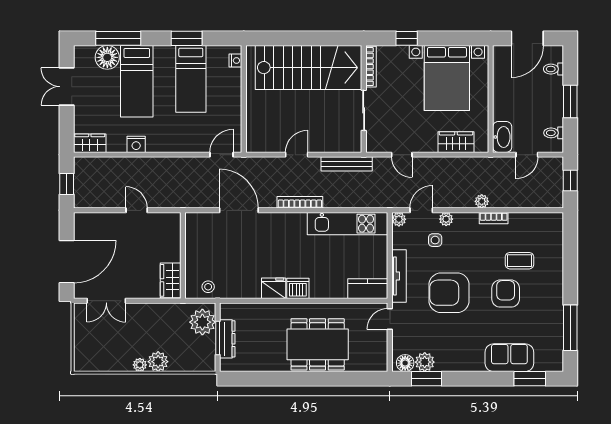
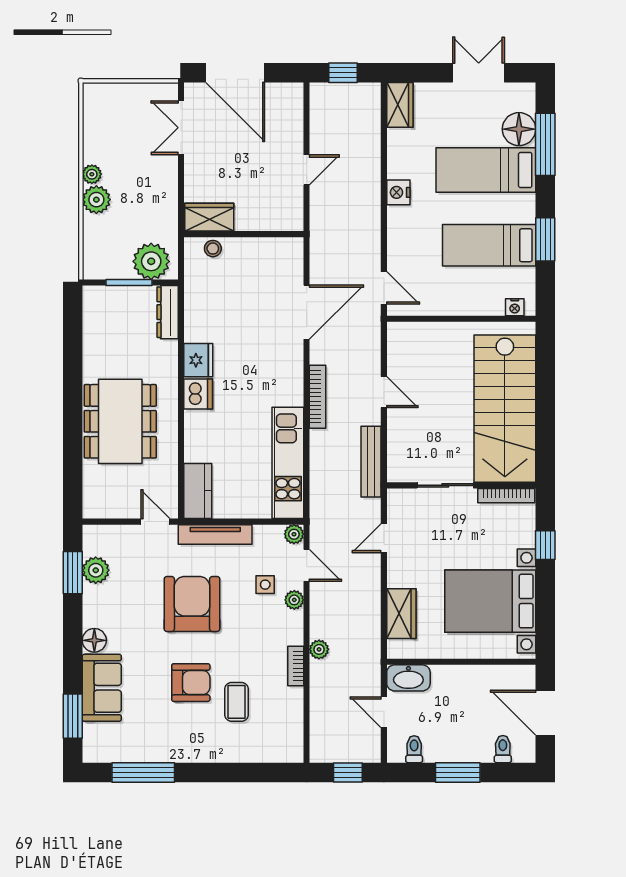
nightstand: (136, 144) -> (398, 192), moved
stool: (208, 287) -> (213, 249), moved
dresser: (227, 339) -> (168, 312), moved, turned 90
floor lamp: (405, 363) -> (94, 640), moved

